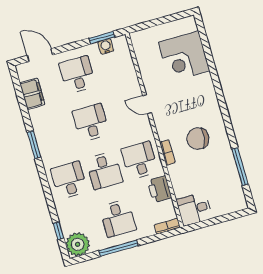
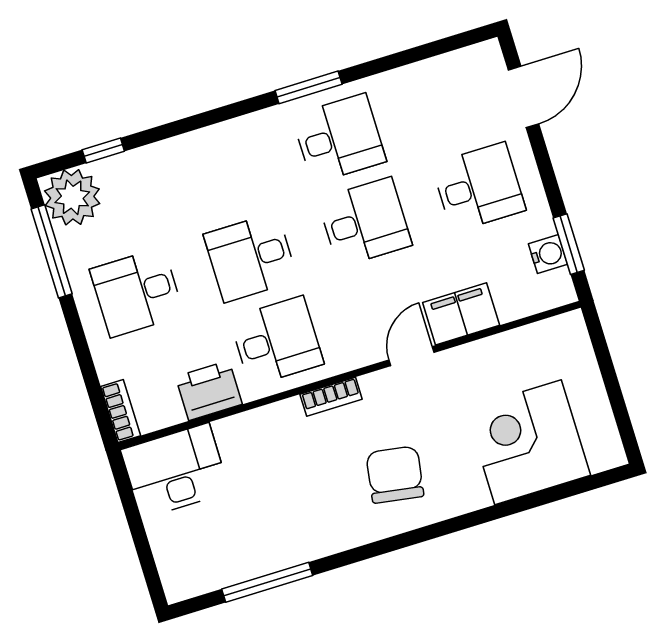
filing cabinet: (32, 94) -> (461, 314), moved, turned 180
chair: (198, 139) -> (395, 475), moved
bookcase: (167, 152) -> (331, 397), moved
desk: (69, 180) -> (339, 138), moved
desk: (194, 209) -> (175, 471), width x1.37
window: (118, 248) -> (52, 251), moved

